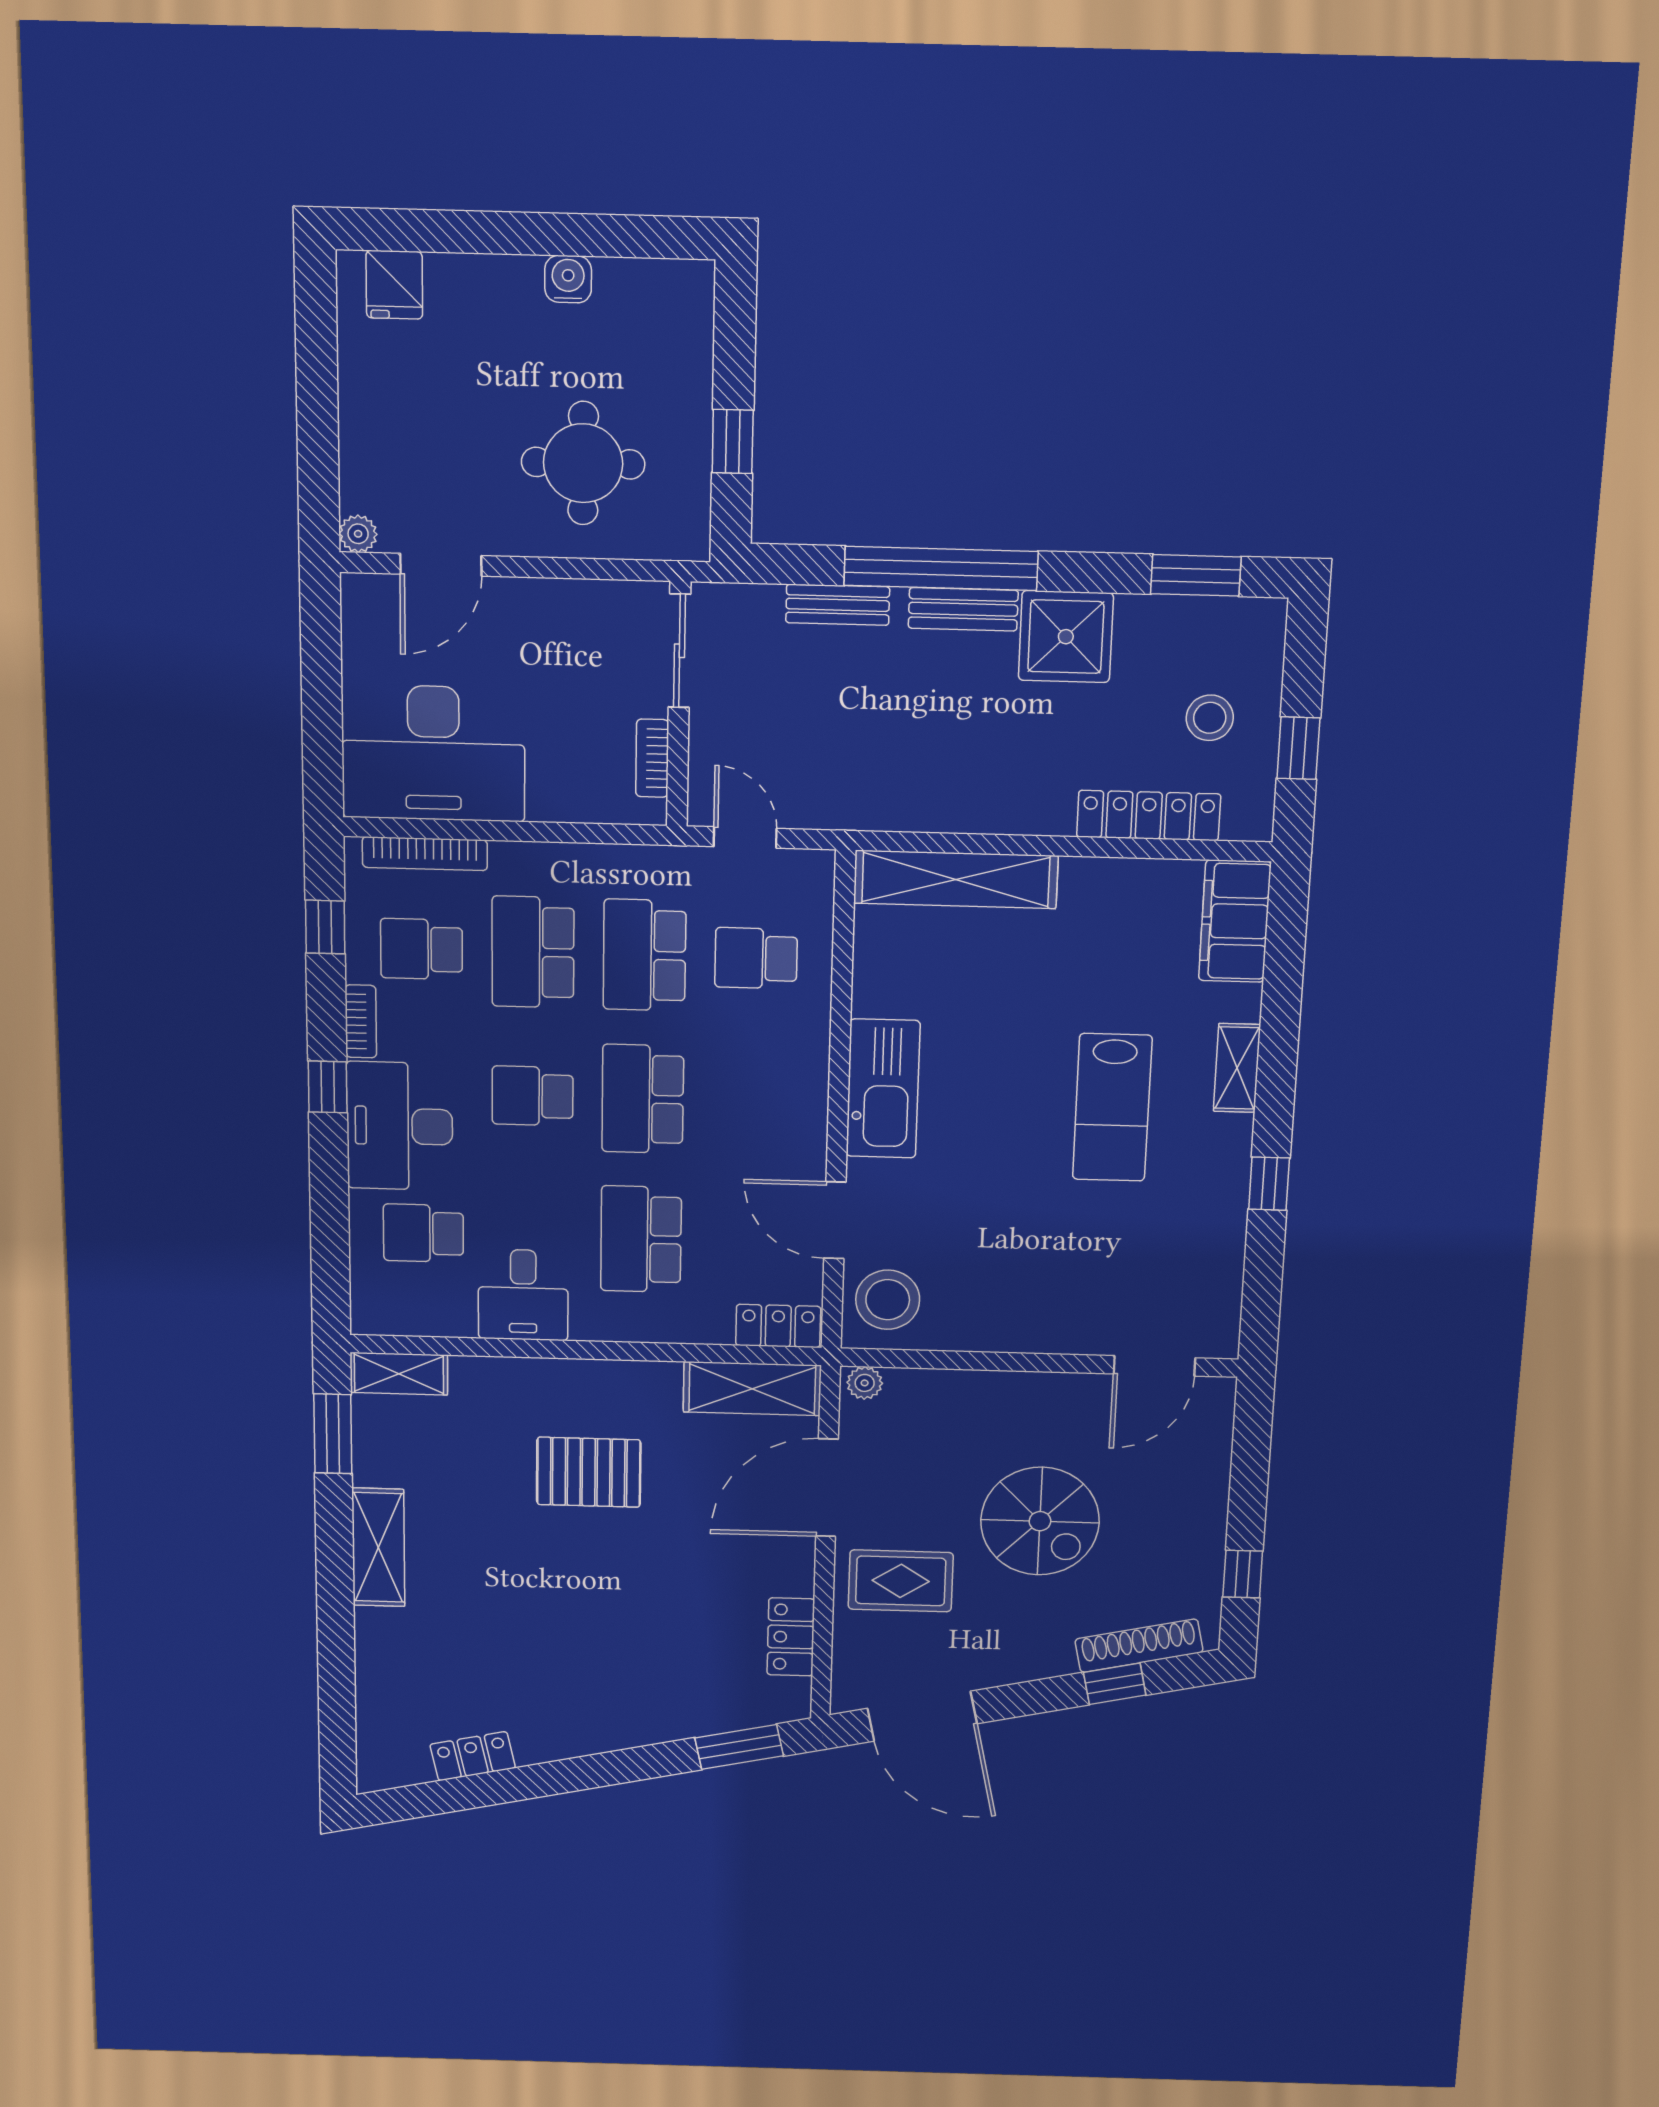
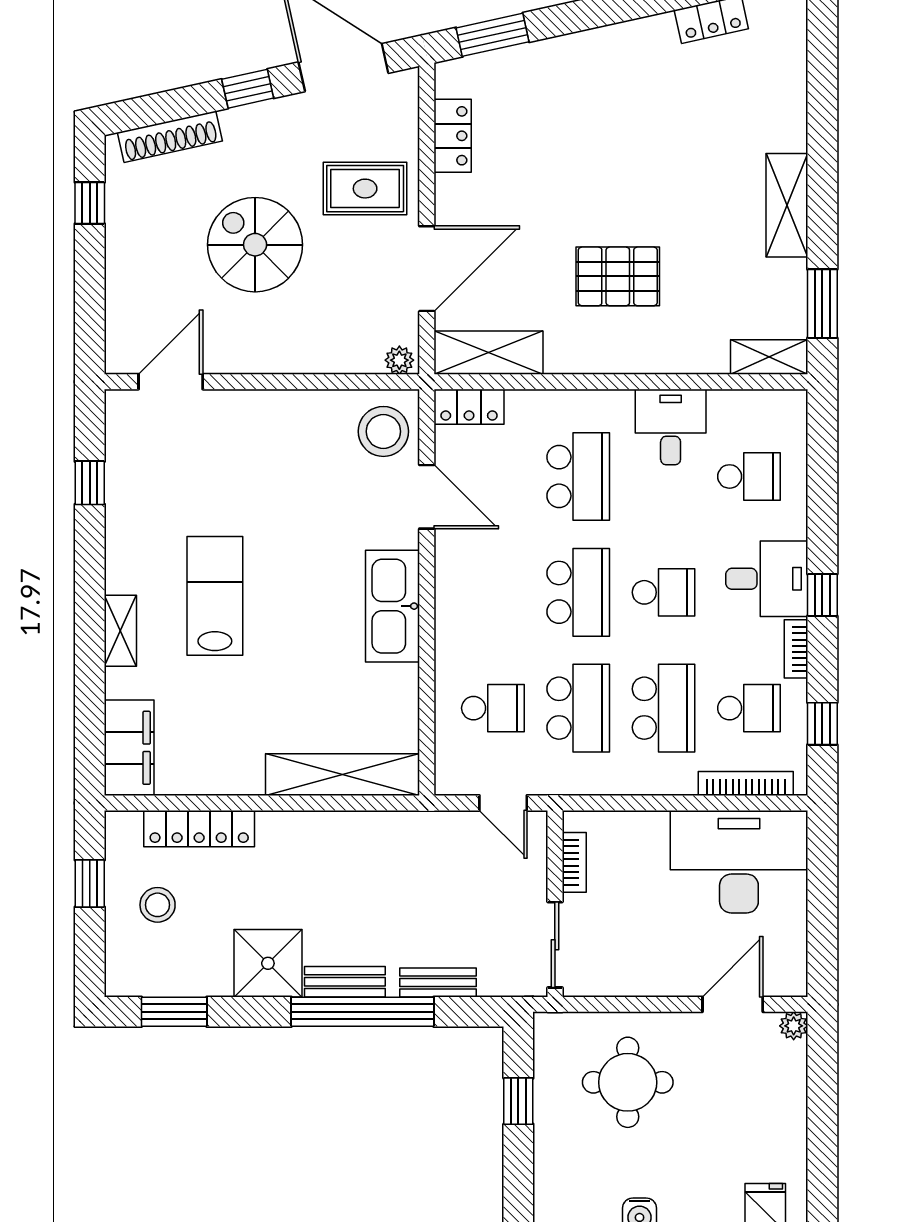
desk: (400, 1126) -> (767, 579), width x0.73
window: (1269, 1184) -> (90, 483), moved
window: (1115, 1684) -> (248, 89), moved

